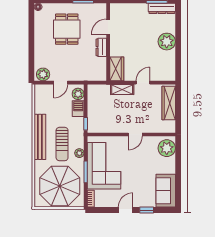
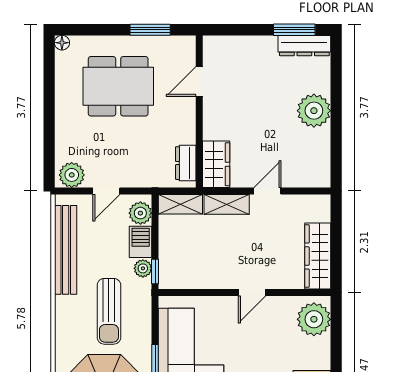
dining table: (67, 29) -> (118, 86), width x1.38
dresser: (101, 47) -> (186, 163), moved
shelving: (99, 89) -> (180, 204), added
wardrobe: (169, 103) -> (318, 256), moved
bench: (40, 137) -> (66, 250), moved
plant: (79, 153) -> (143, 268), moved

